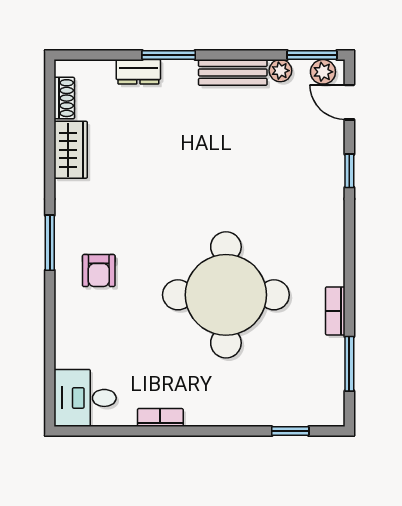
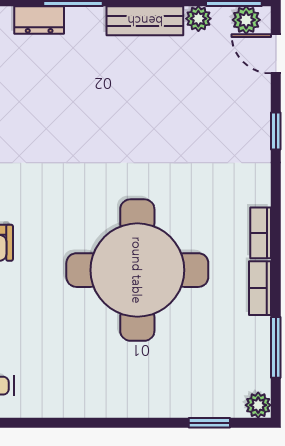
plant: (334, 415) -> (258, 405), added
bookcase: (160, 418) -> (261, 233), moved, turned -90

